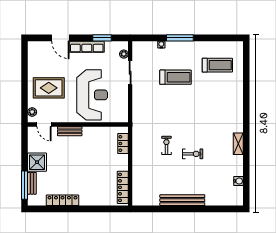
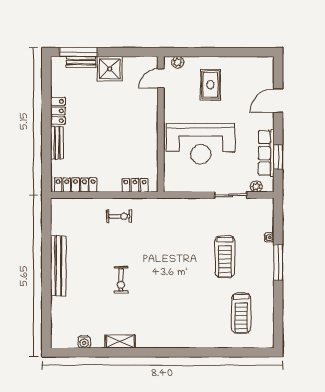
row of seats: (87, 47) -> (266, 153), moved
rug: (49, 88) -> (210, 85), width x0.73, depth x0.70
bench: (70, 131) -> (57, 143), moved
shelving: (238, 144) -> (120, 341), moved
exercise bike: (166, 145) -> (119, 216), moved
locker: (62, 200) -> (58, 111), width x0.66

